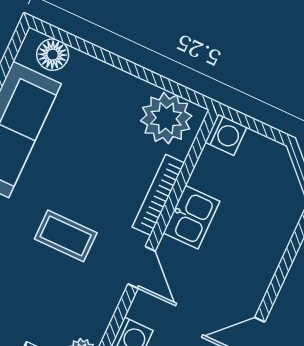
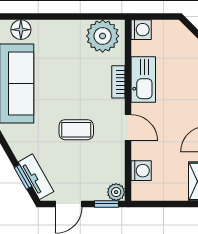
bookcase: (158, 195) -> (118, 82), width x0.64
kitchen sink: (191, 217) -> (143, 80), width x1.38

